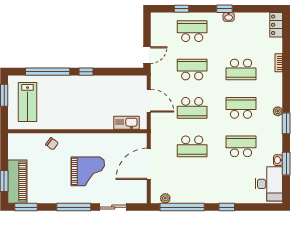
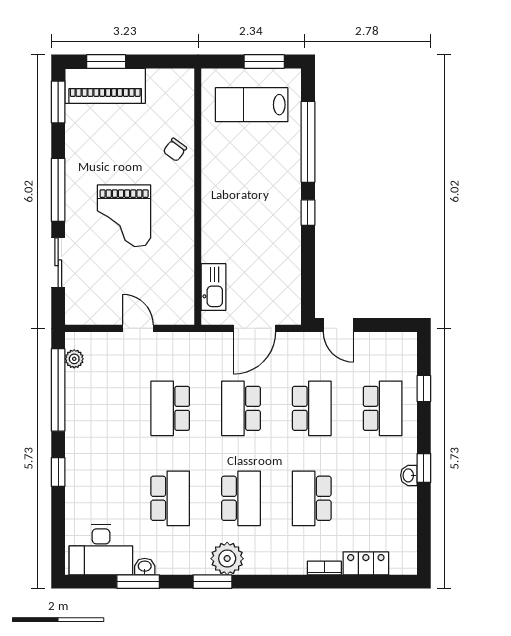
locker: (276, 25) -> (366, 563), moved
plant: (278, 111) -> (227, 559), width x1.88, depth x1.88
door: (149, 164) -> (138, 328), width x0.53

